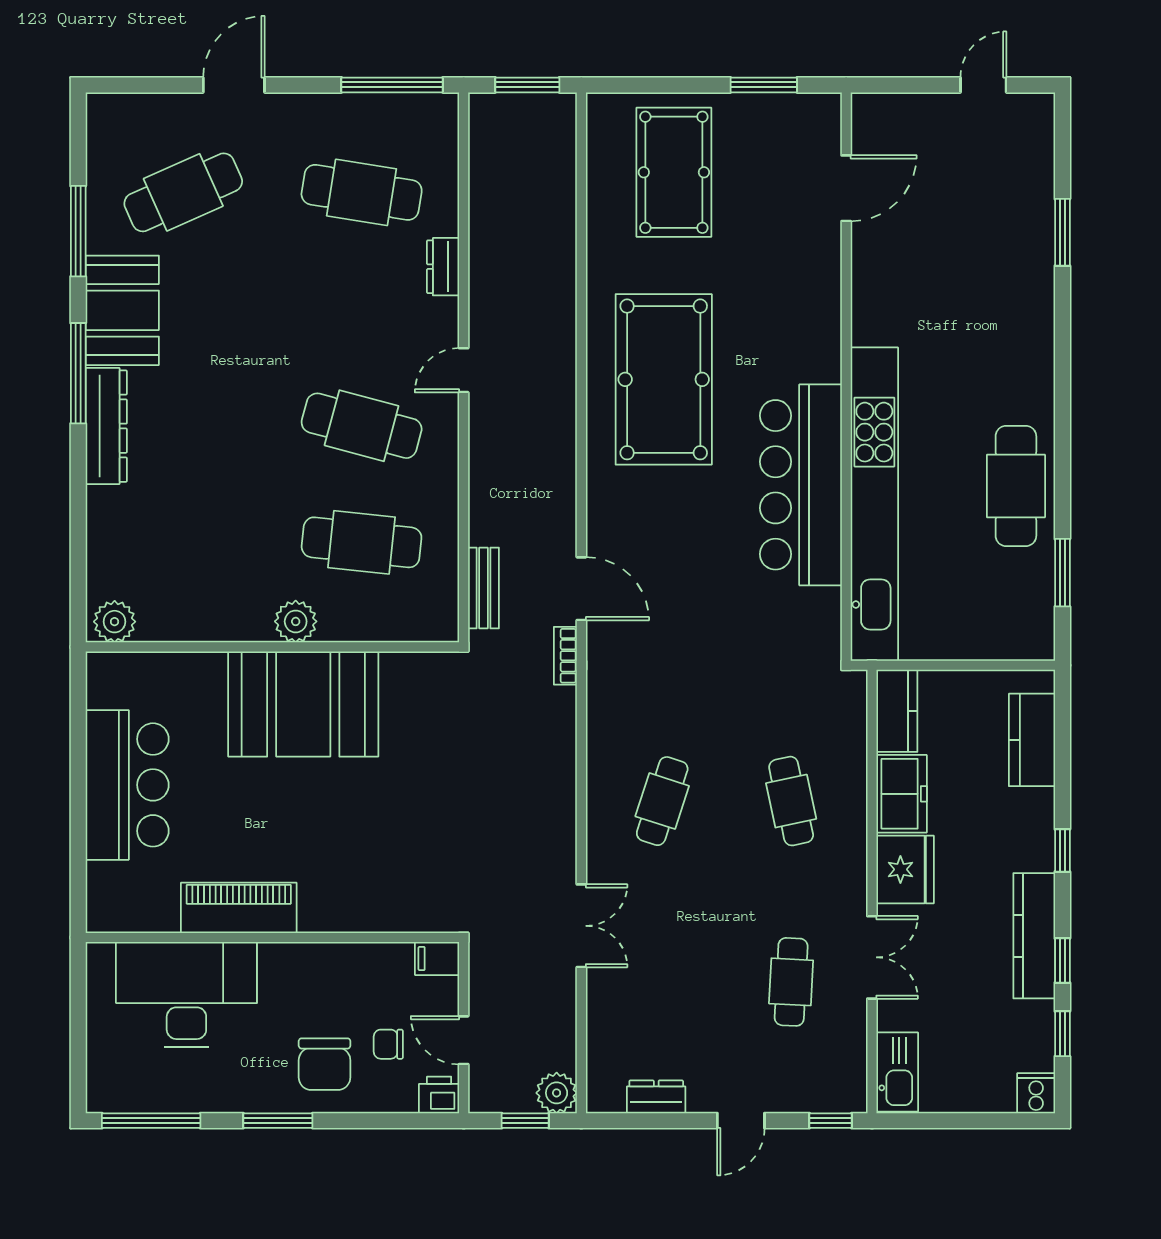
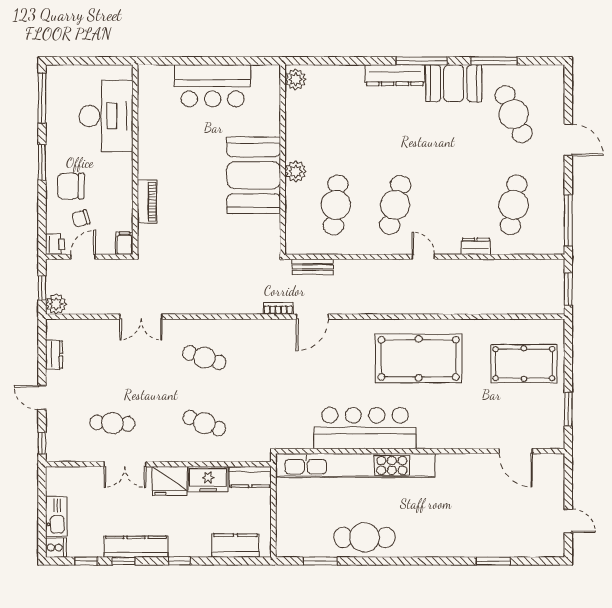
cafe table: (791, 801) -> (204, 423), turned 33
piano: (239, 908) -> (147, 201), moved, width x0.73, depth x0.75
chair: (388, 1044) -> (81, 218), turned -106
kitchen sink: (897, 1072) -> (56, 516), moved, turned -90

